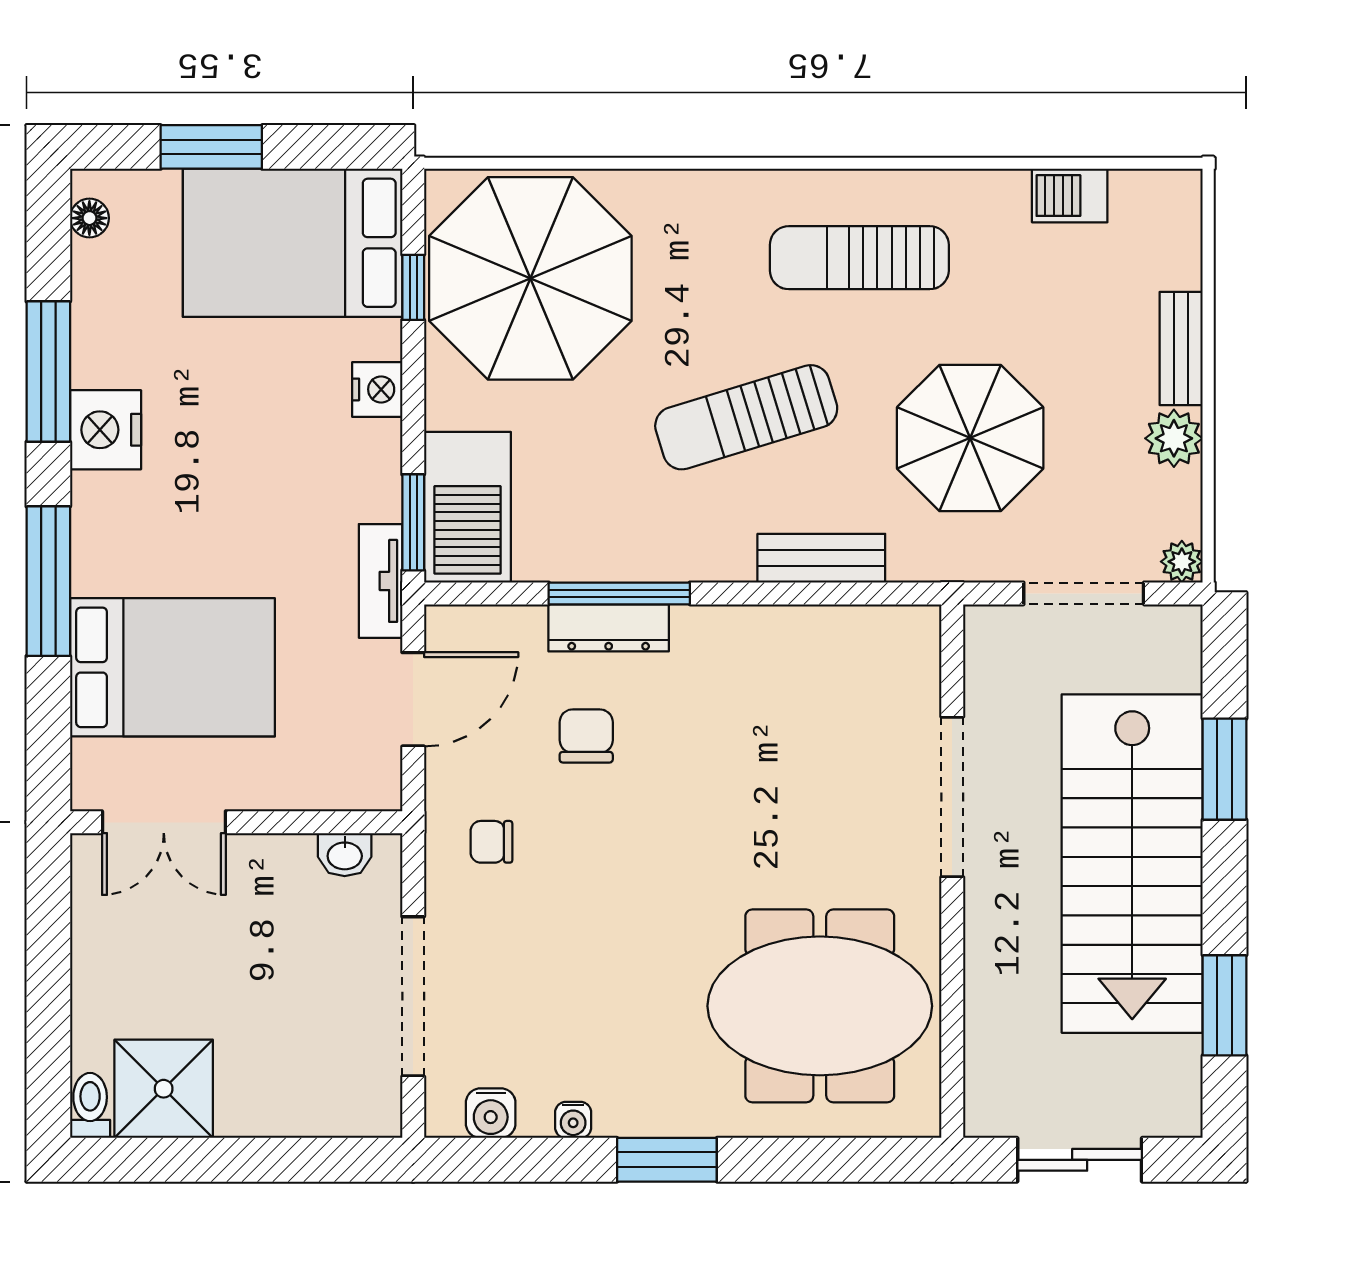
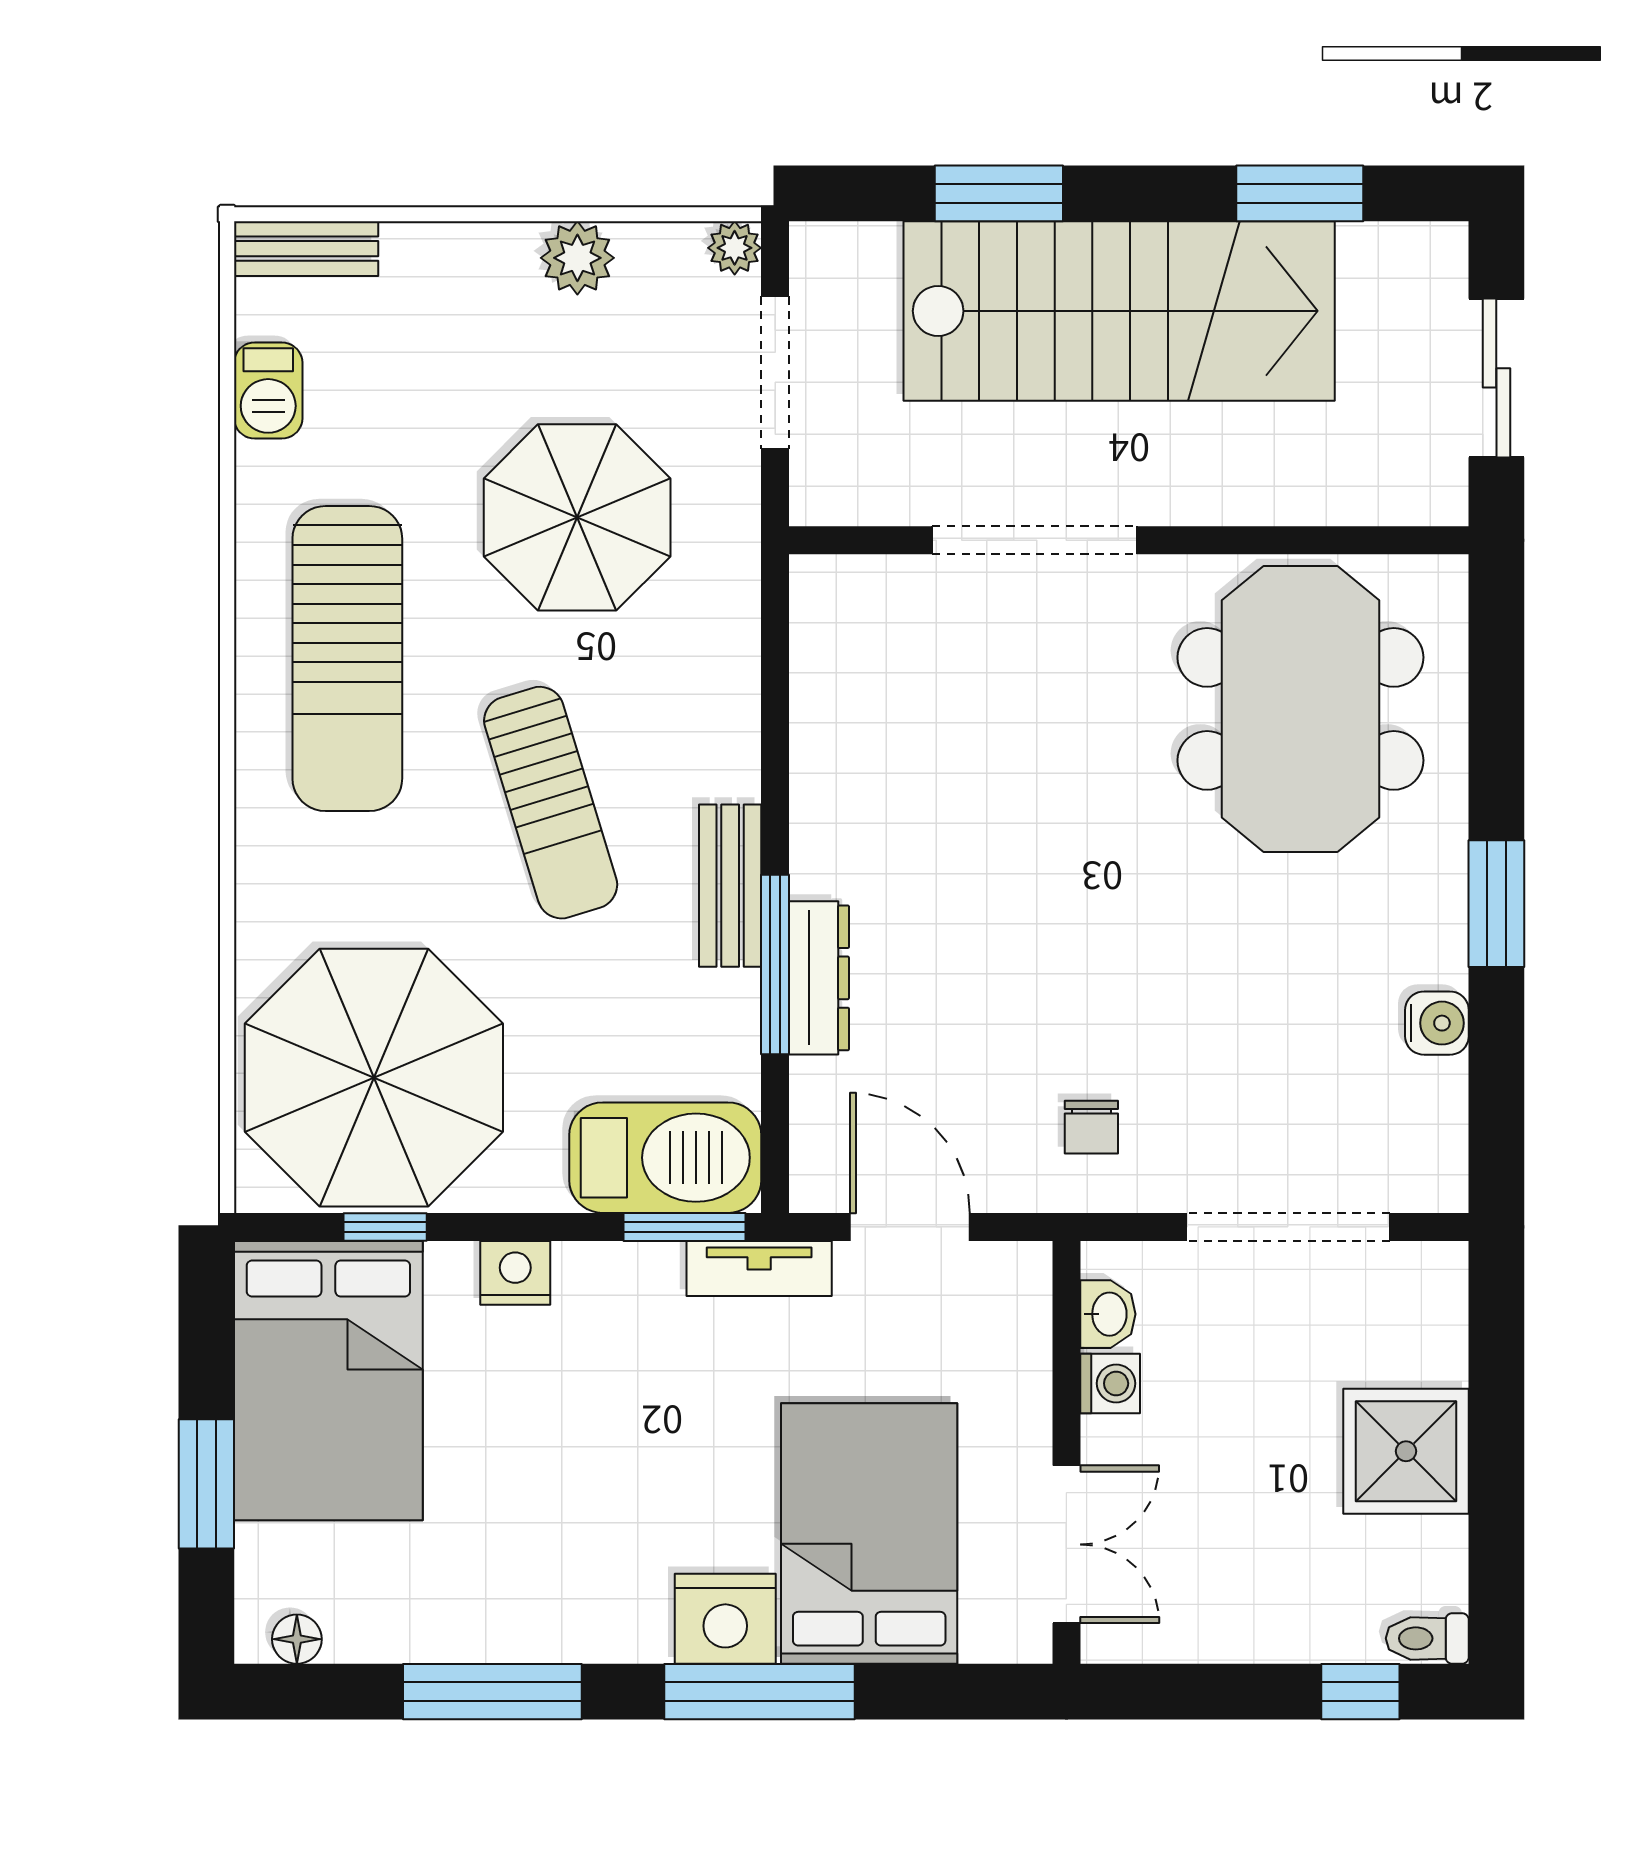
sun lounger: (859, 258) -> (347, 659), width x1.36, depth x1.34
bench: (1181, 349) -> (306, 249), moved
nightstand: (106, 430) -> (725, 1619), moved
bench: (821, 558) -> (730, 886), moved
chair: (586, 736) -> (957, 1006), removed
washing machine: (290, 856) -> (1110, 1383), added
window: (48, 1053) -> (1360, 1692), added
shower: (164, 1089) -> (1406, 1451), moved
water cooler: (491, 1113) -> (1437, 1128), removed
water cooler: (573, 1120) -> (1437, 1023), width x1.38, depth x1.38

